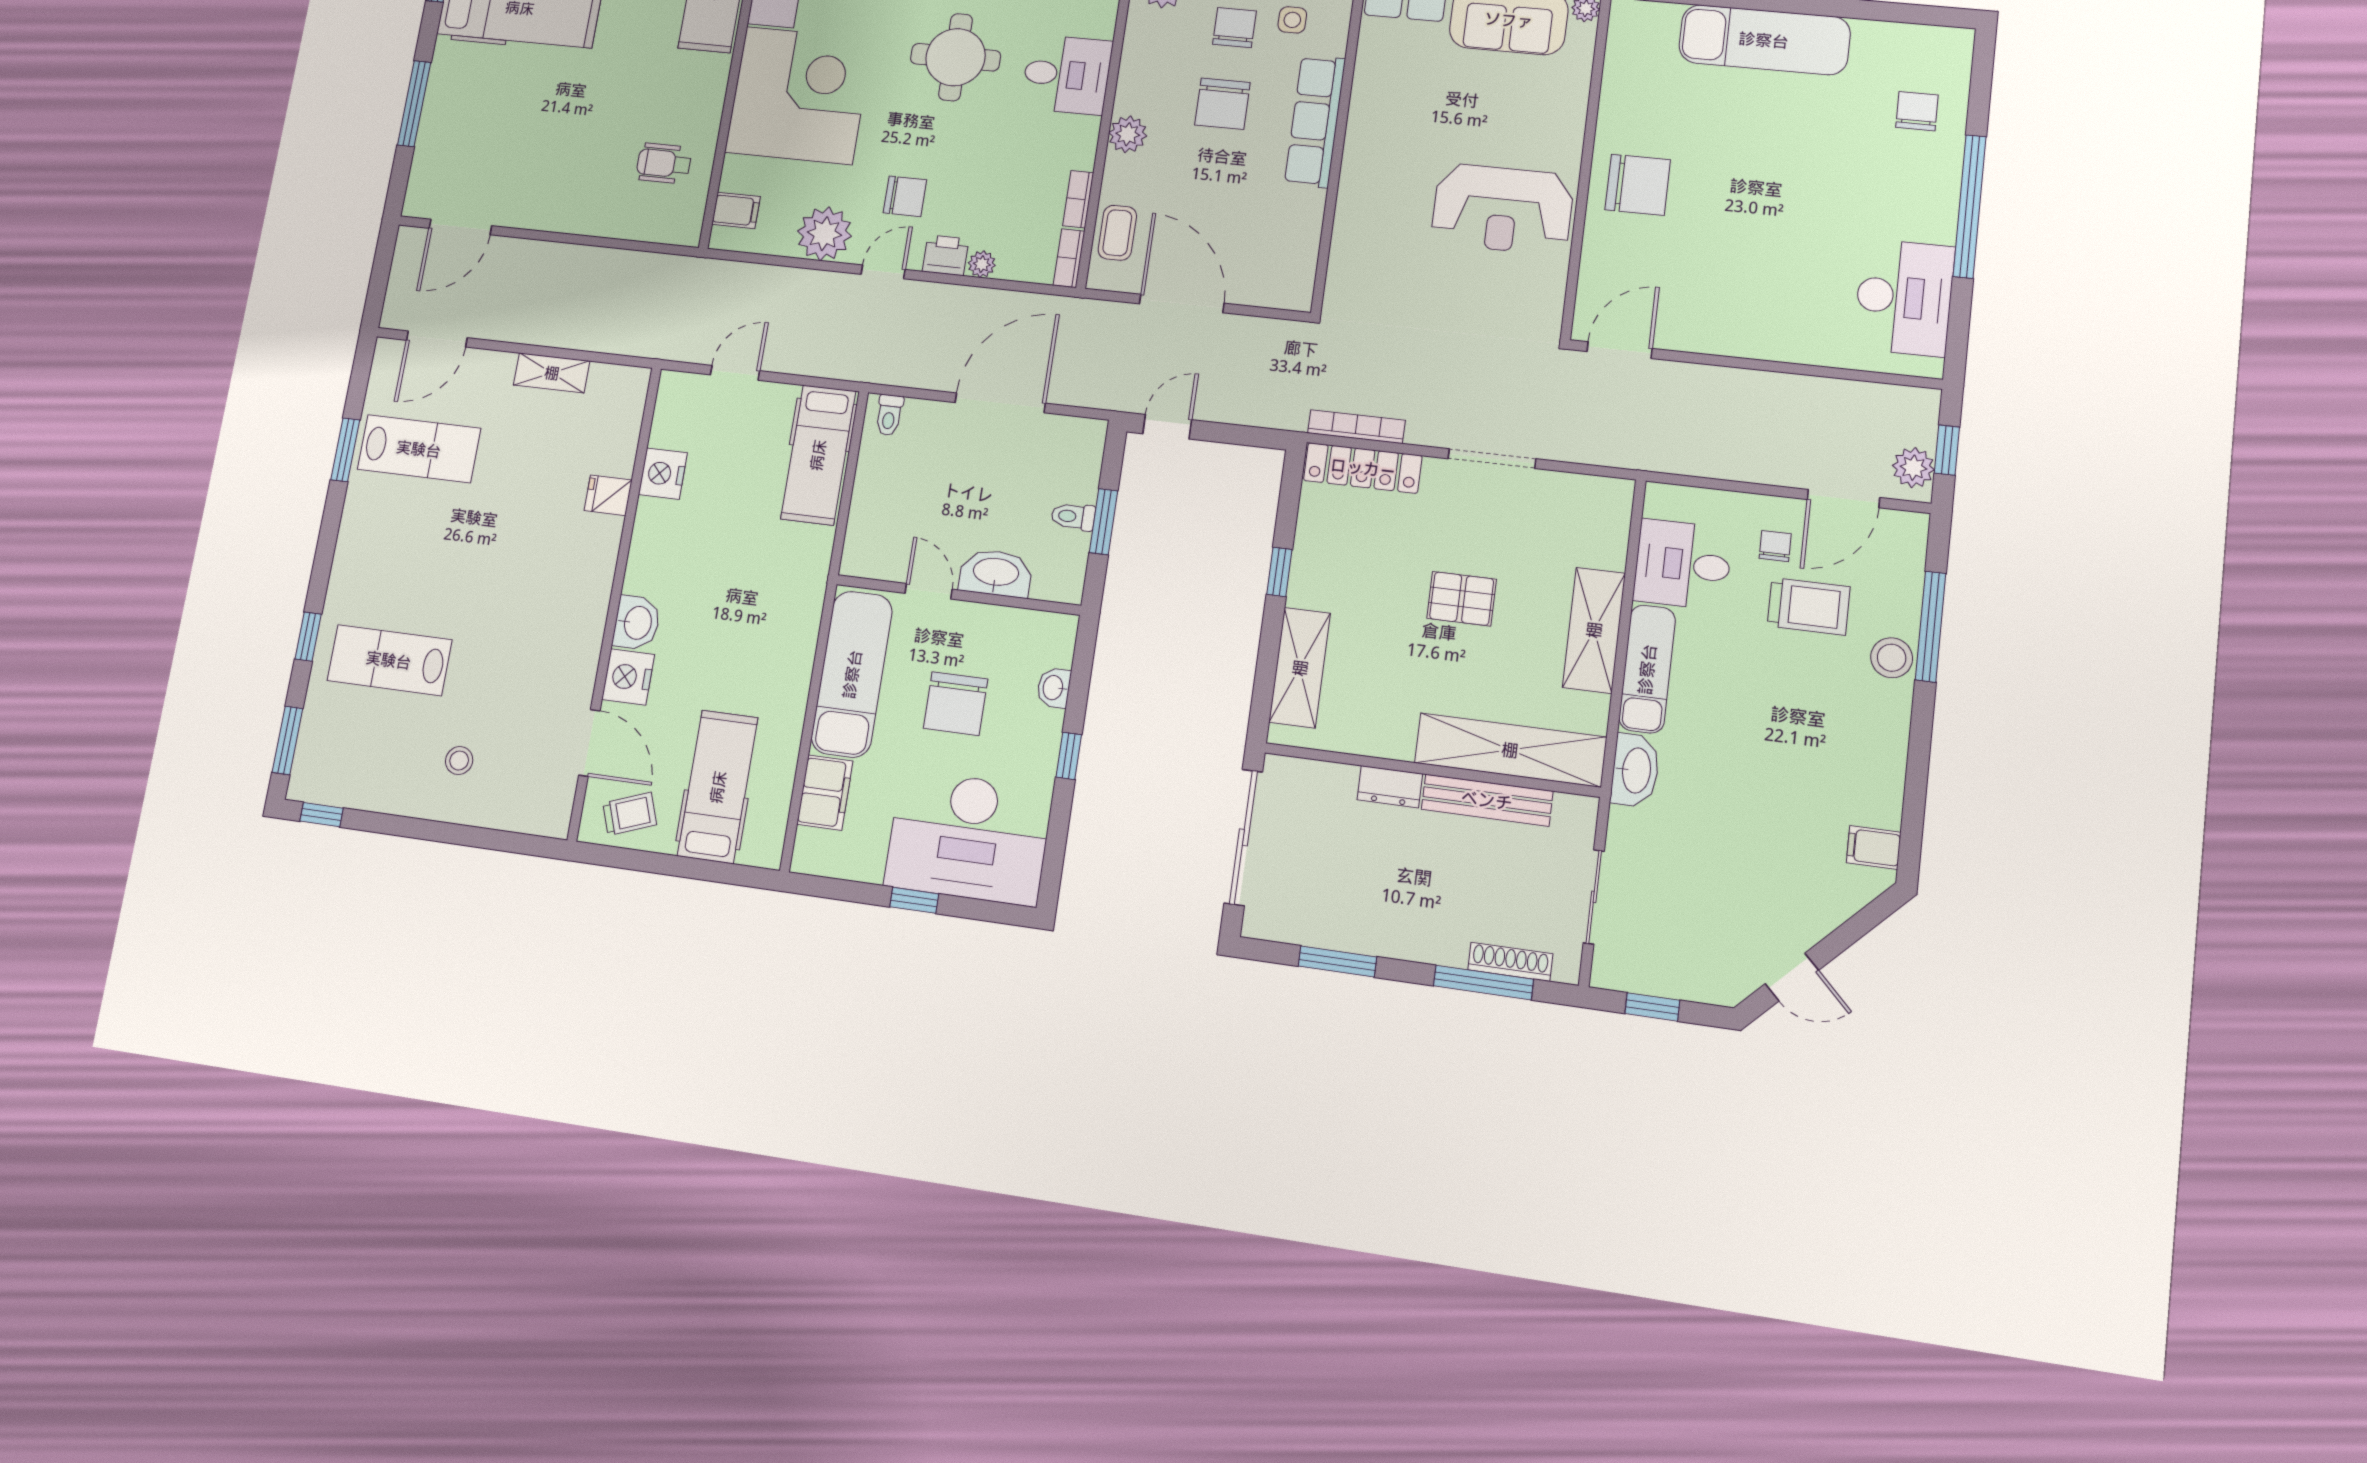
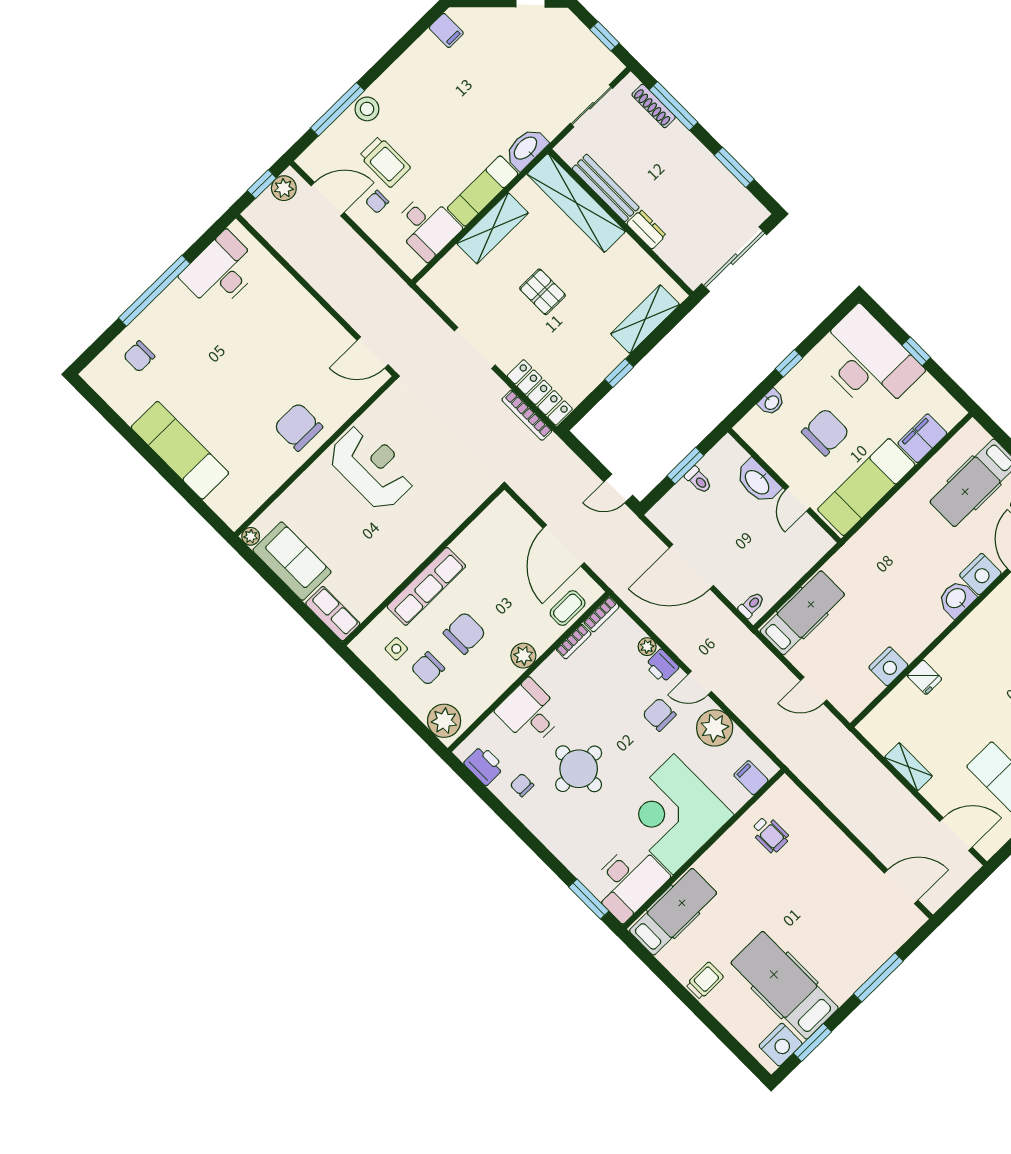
trolley: (1809, 606) -> (385, 162), turned 180

